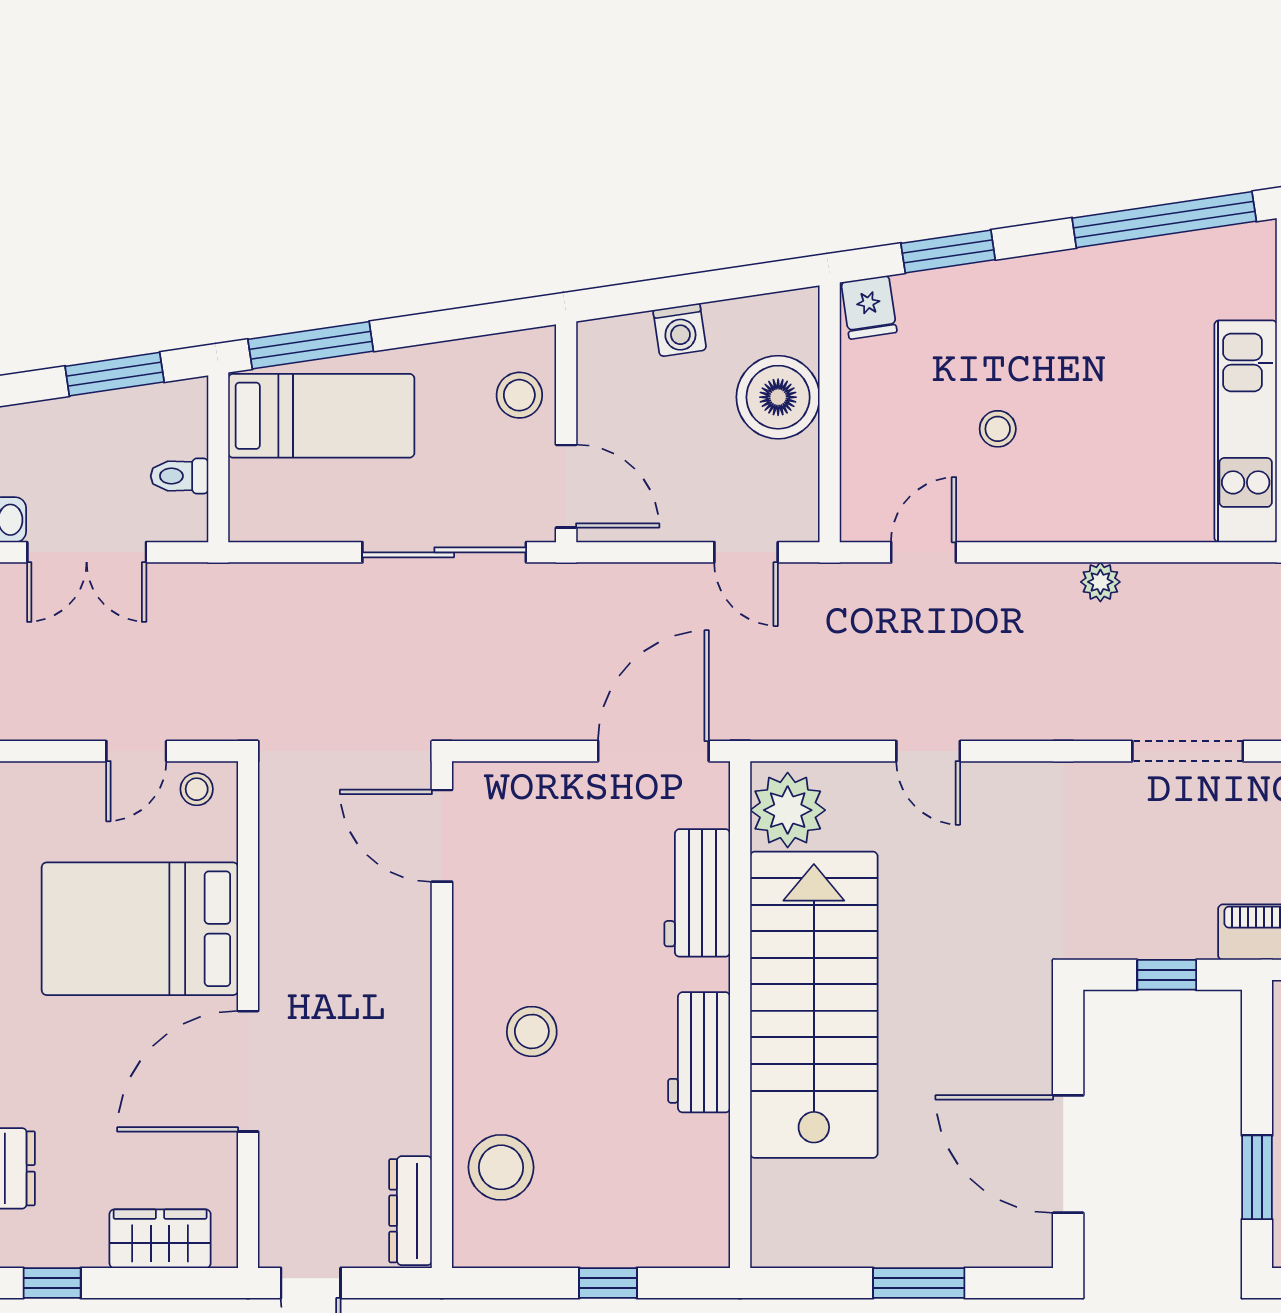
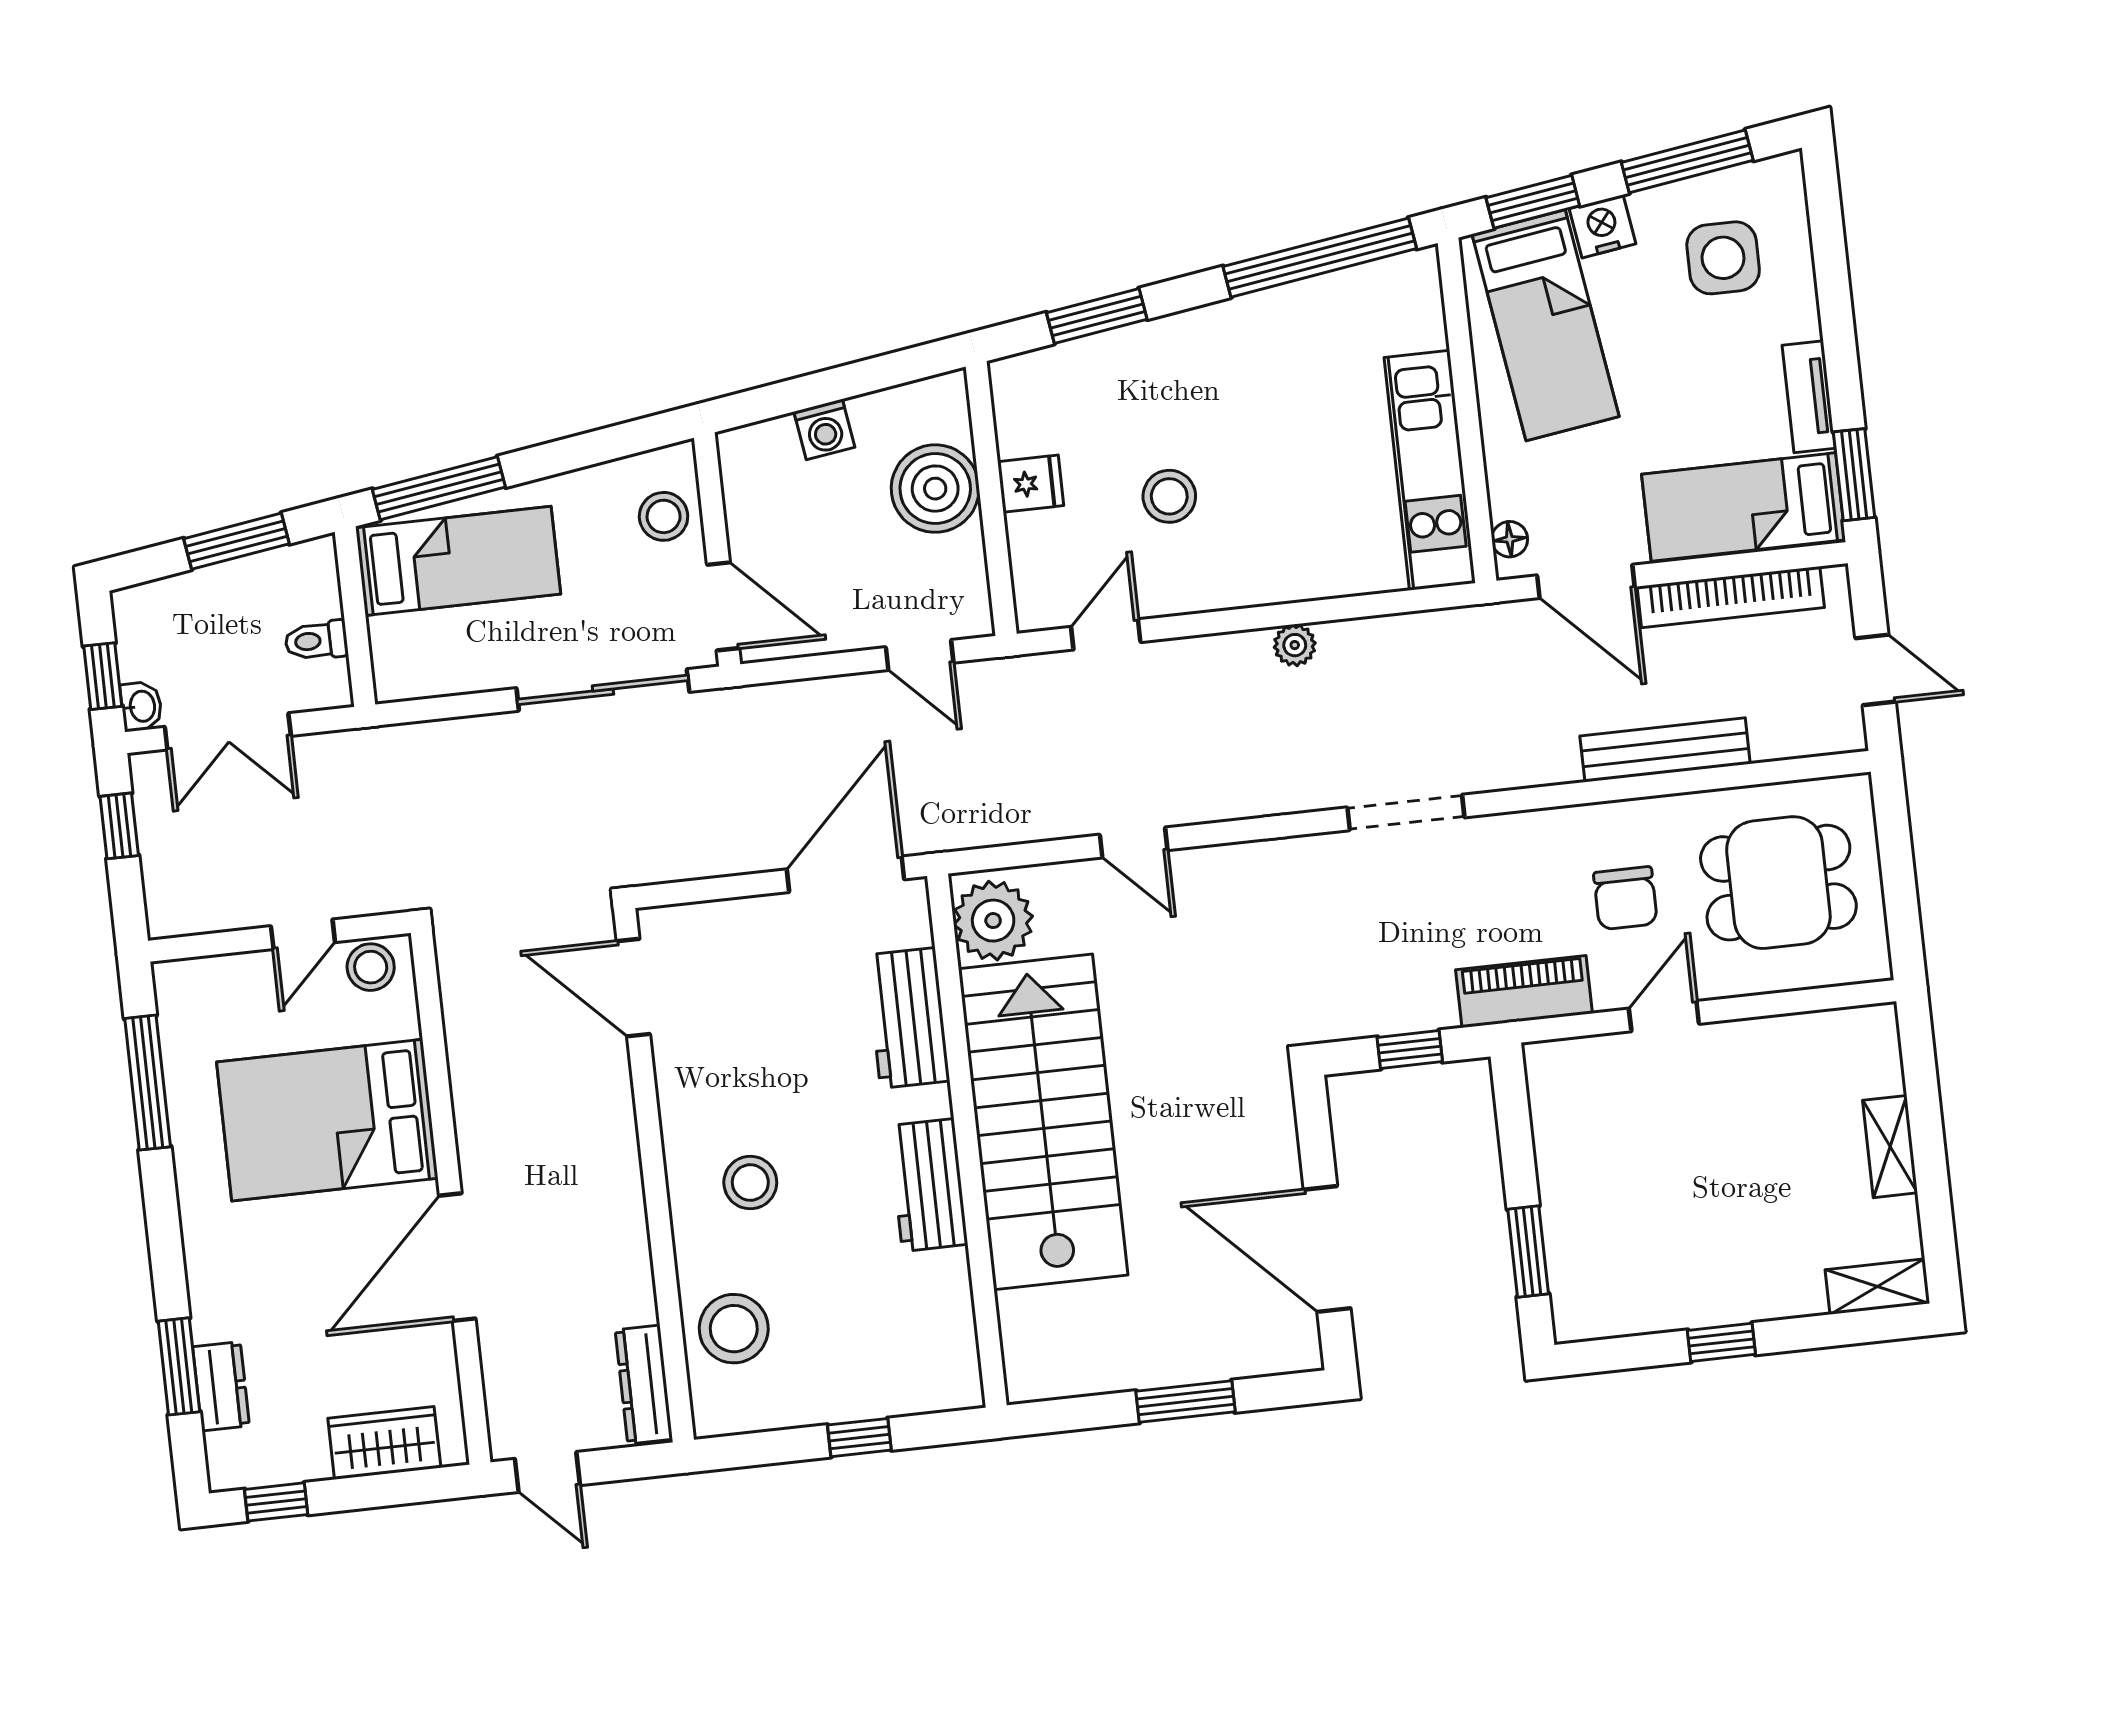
fridge: (869, 307) -> (1031, 484), moved, turned -82
stool: (998, 429) -> (1169, 496), width x1.37, depth x1.37
stool: (197, 789) -> (371, 967), width x1.37, depth x1.37

